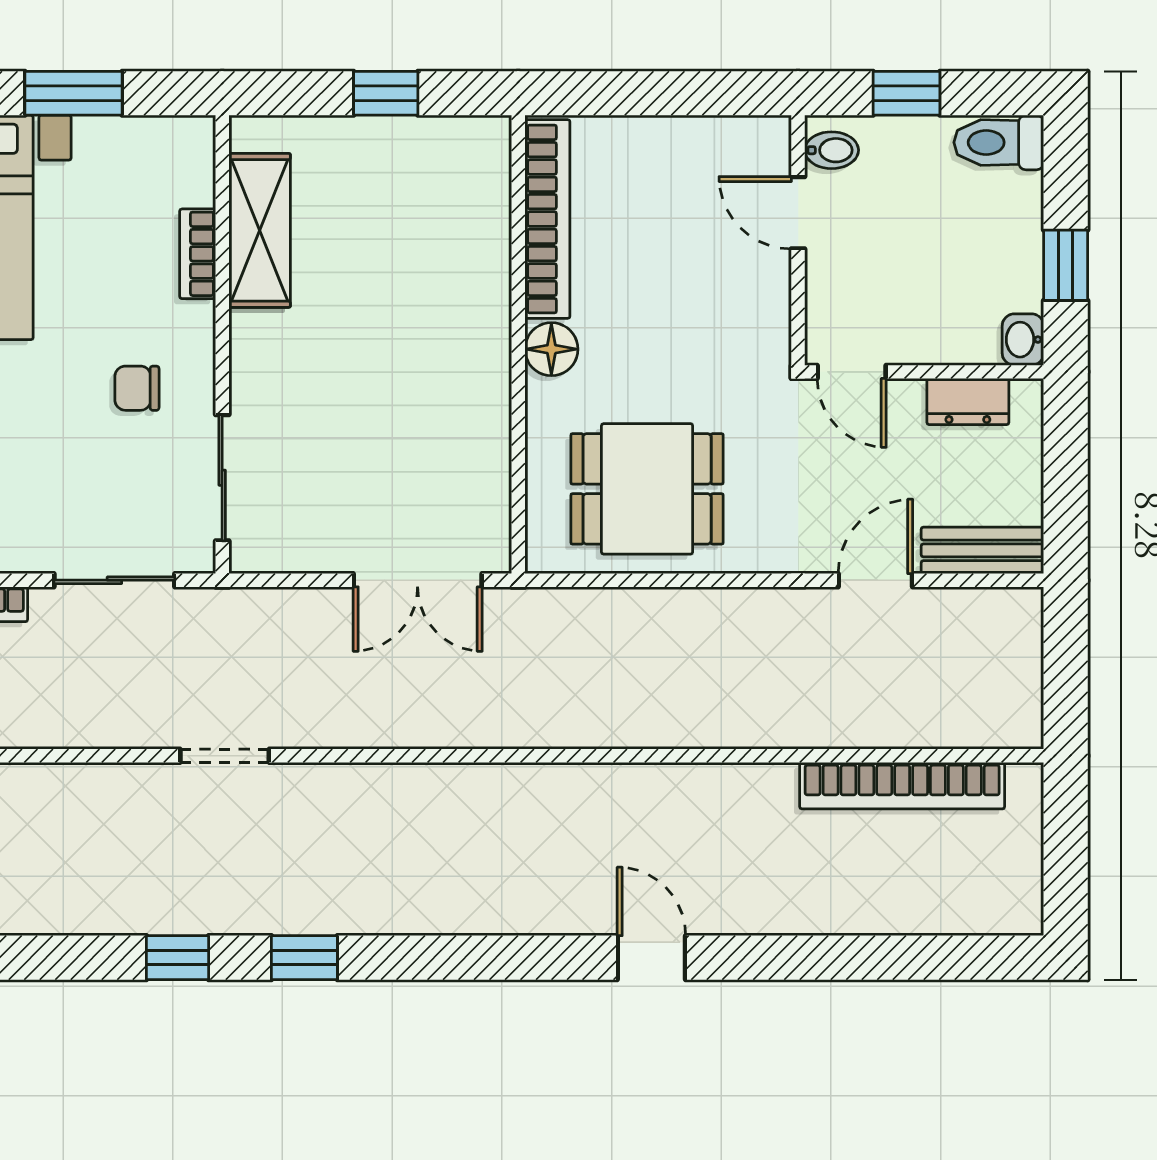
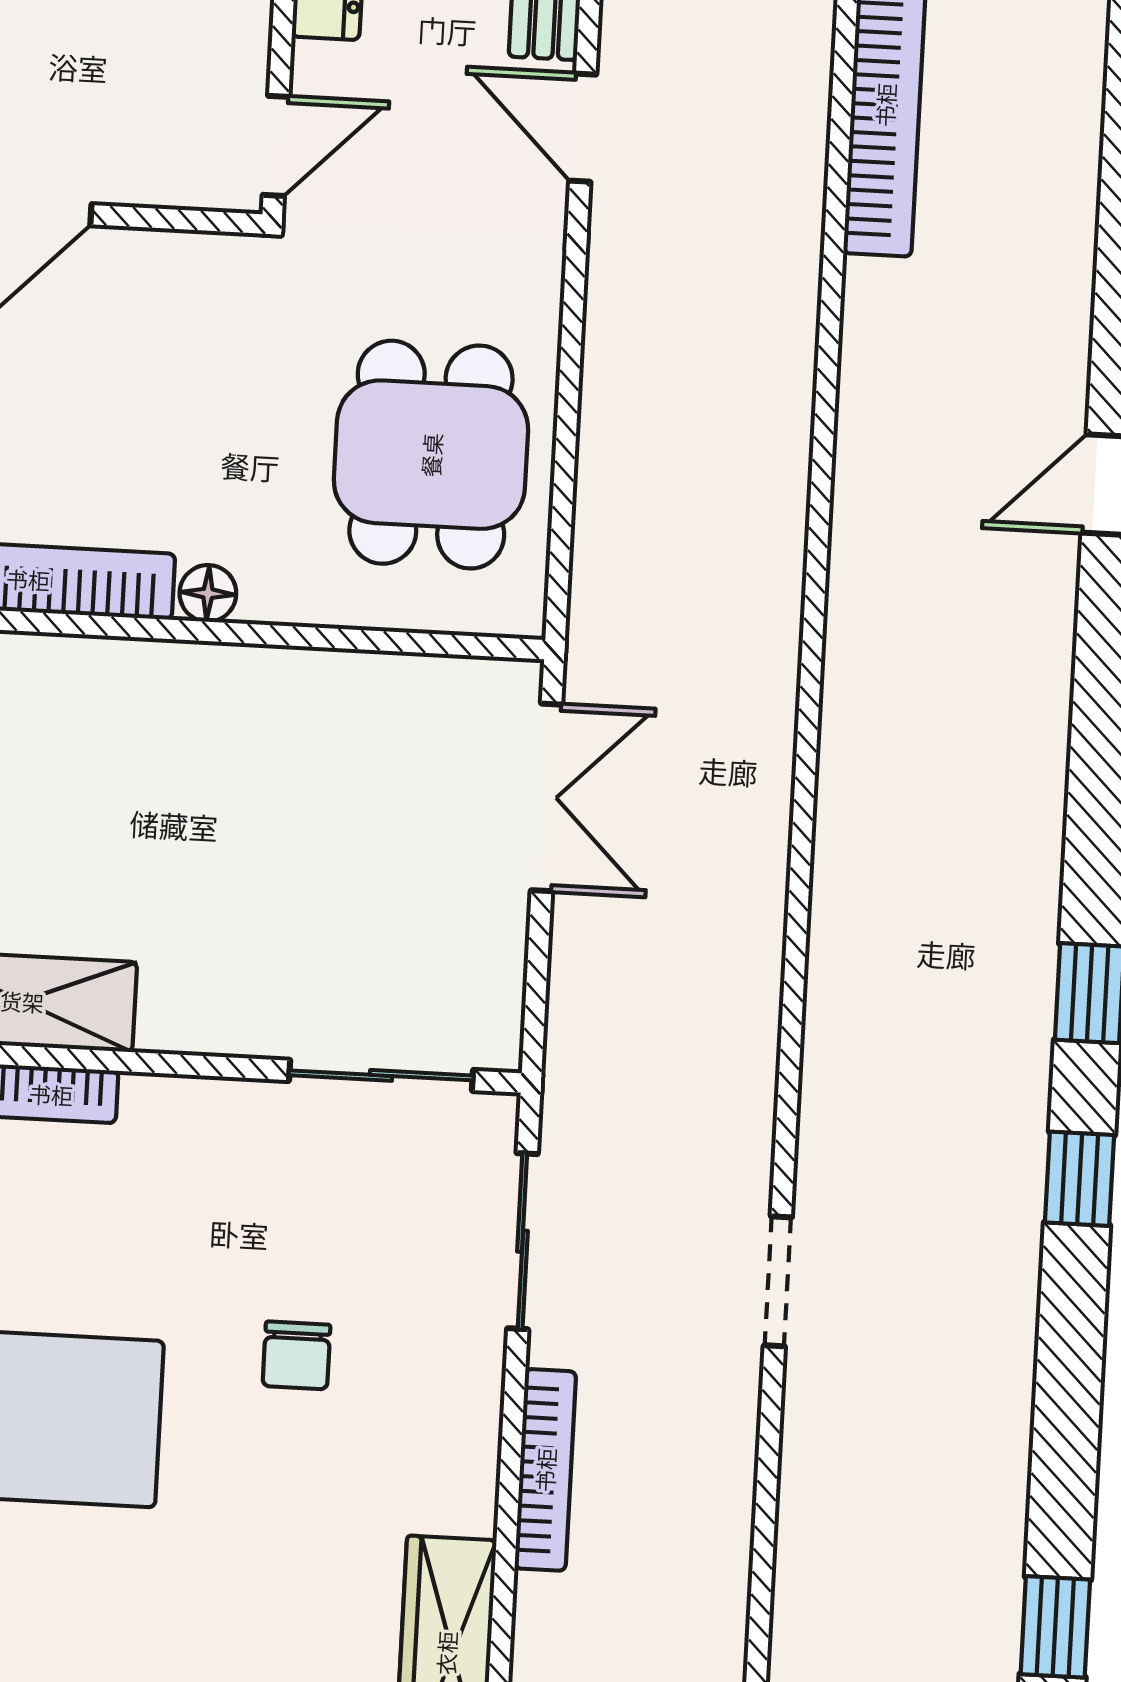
floor lamp: (551, 349) -> (208, 593), width x0.73, depth x0.73
chair: (137, 388) -> (297, 1355), moved
doorway: (225, 756) -> (778, 1281), moved

